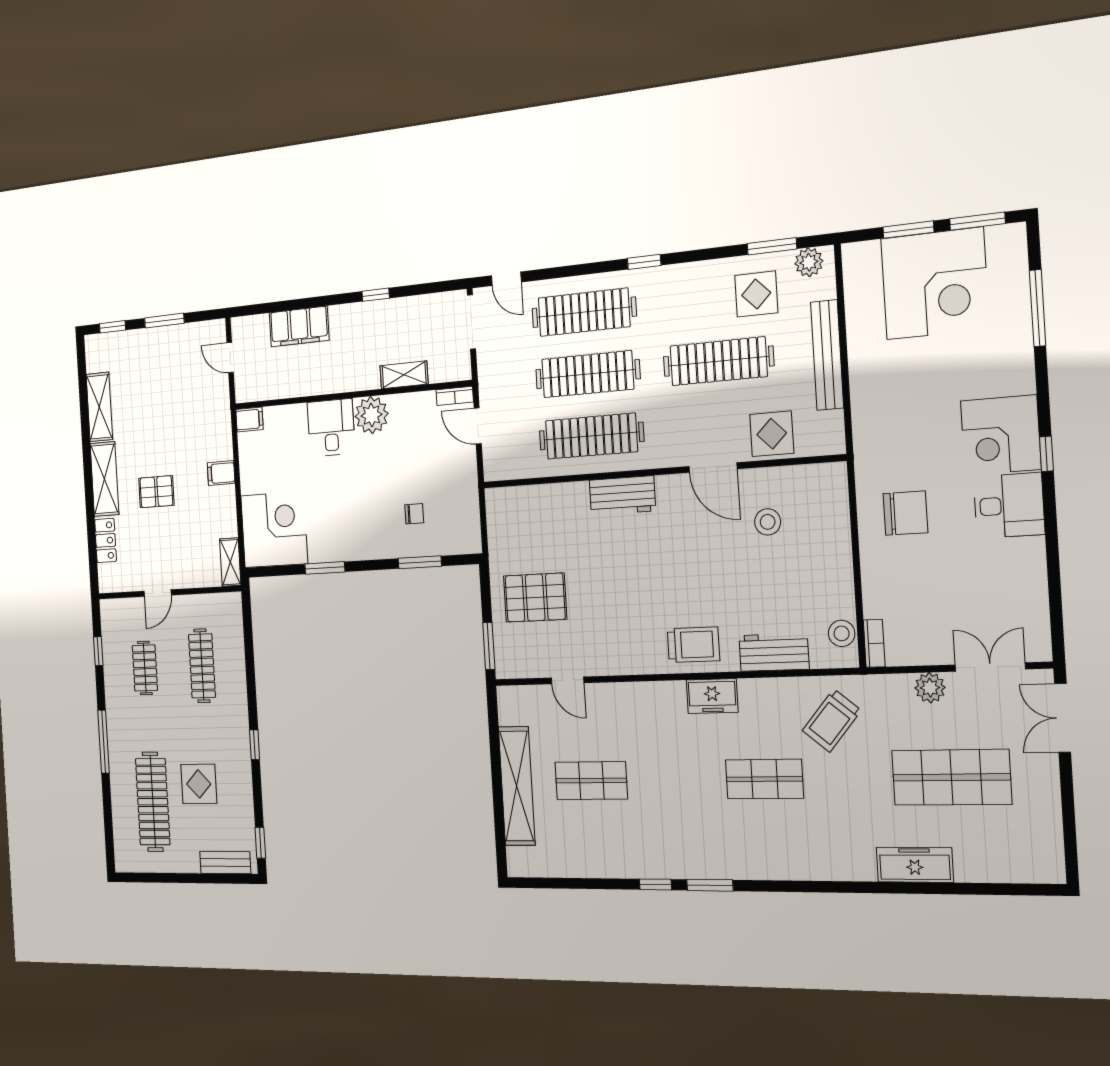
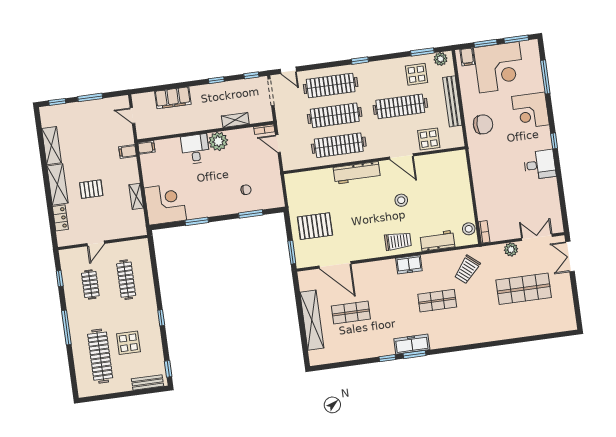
filing cabinet: (866, 259) -> (467, 57), added
window: (438, 287) -> (251, 75), added
corner desk: (1001, 435) -> (530, 111), moved
filing cabinet: (221, 473) -> (128, 152), moved
workbench: (622, 495) -> (357, 173), width x1.37
chair: (905, 513) -> (483, 124), moved
stool: (768, 522) -> (401, 200), moved
shelving: (230, 562) -> (136, 196), moved
door: (568, 680) -> (335, 265), width x1.87
freezer: (915, 865) -> (412, 344), moved

